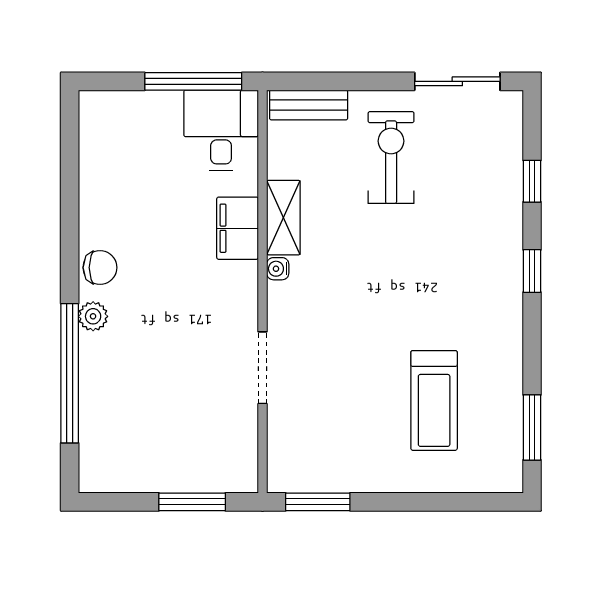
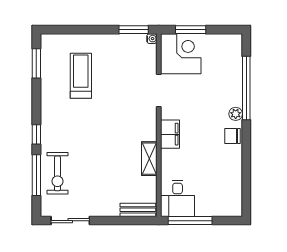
exercise bike: (391, 158) -> (57, 173), moved
window: (532, 181) -> (36, 175), width x2.17
filing cabinet: (238, 228) -> (170, 134), moved
water cooler: (278, 269) -> (152, 39), moved
corner desk: (214, 449) -> (181, 54), added

